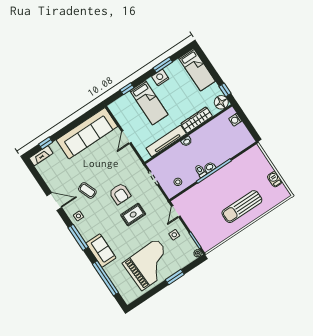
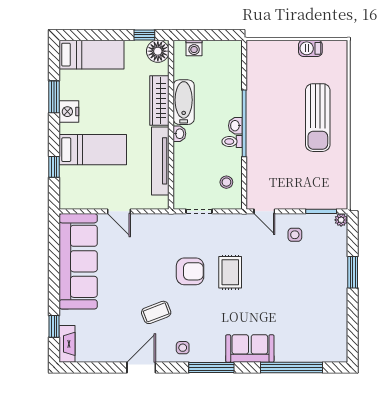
bathtub: (204, 133) -> (184, 102), added
grand piano: (149, 265) -> (313, 295), removed

